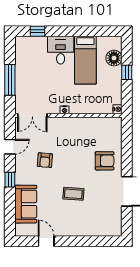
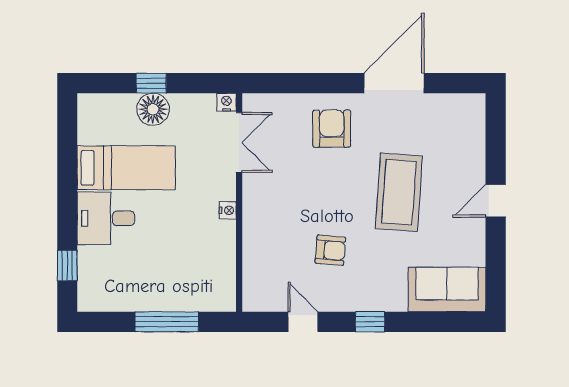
floor lamp: (114, 58) -> (153, 109), moved
double door: (32, 115) -> (239, 143), moved
coffee table: (73, 194) -> (399, 192), width x1.86, depth x1.72
sofa: (26, 204) -> (447, 289), moved
door: (46, 241) -> (496, 201), moved

